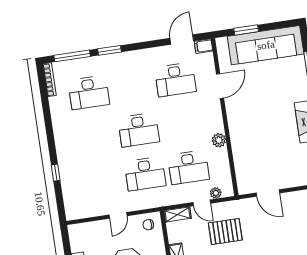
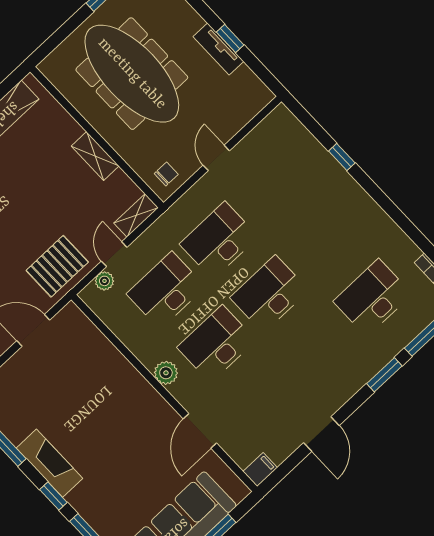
door: (182, 40) -> (321, 434), moved
desk: (175, 79) -> (216, 344), moved
plant: (219, 140) -> (166, 373), moved
door: (202, 203) -> (114, 254), hinge flipped
pallet: (225, 231) -> (57, 266), moved

